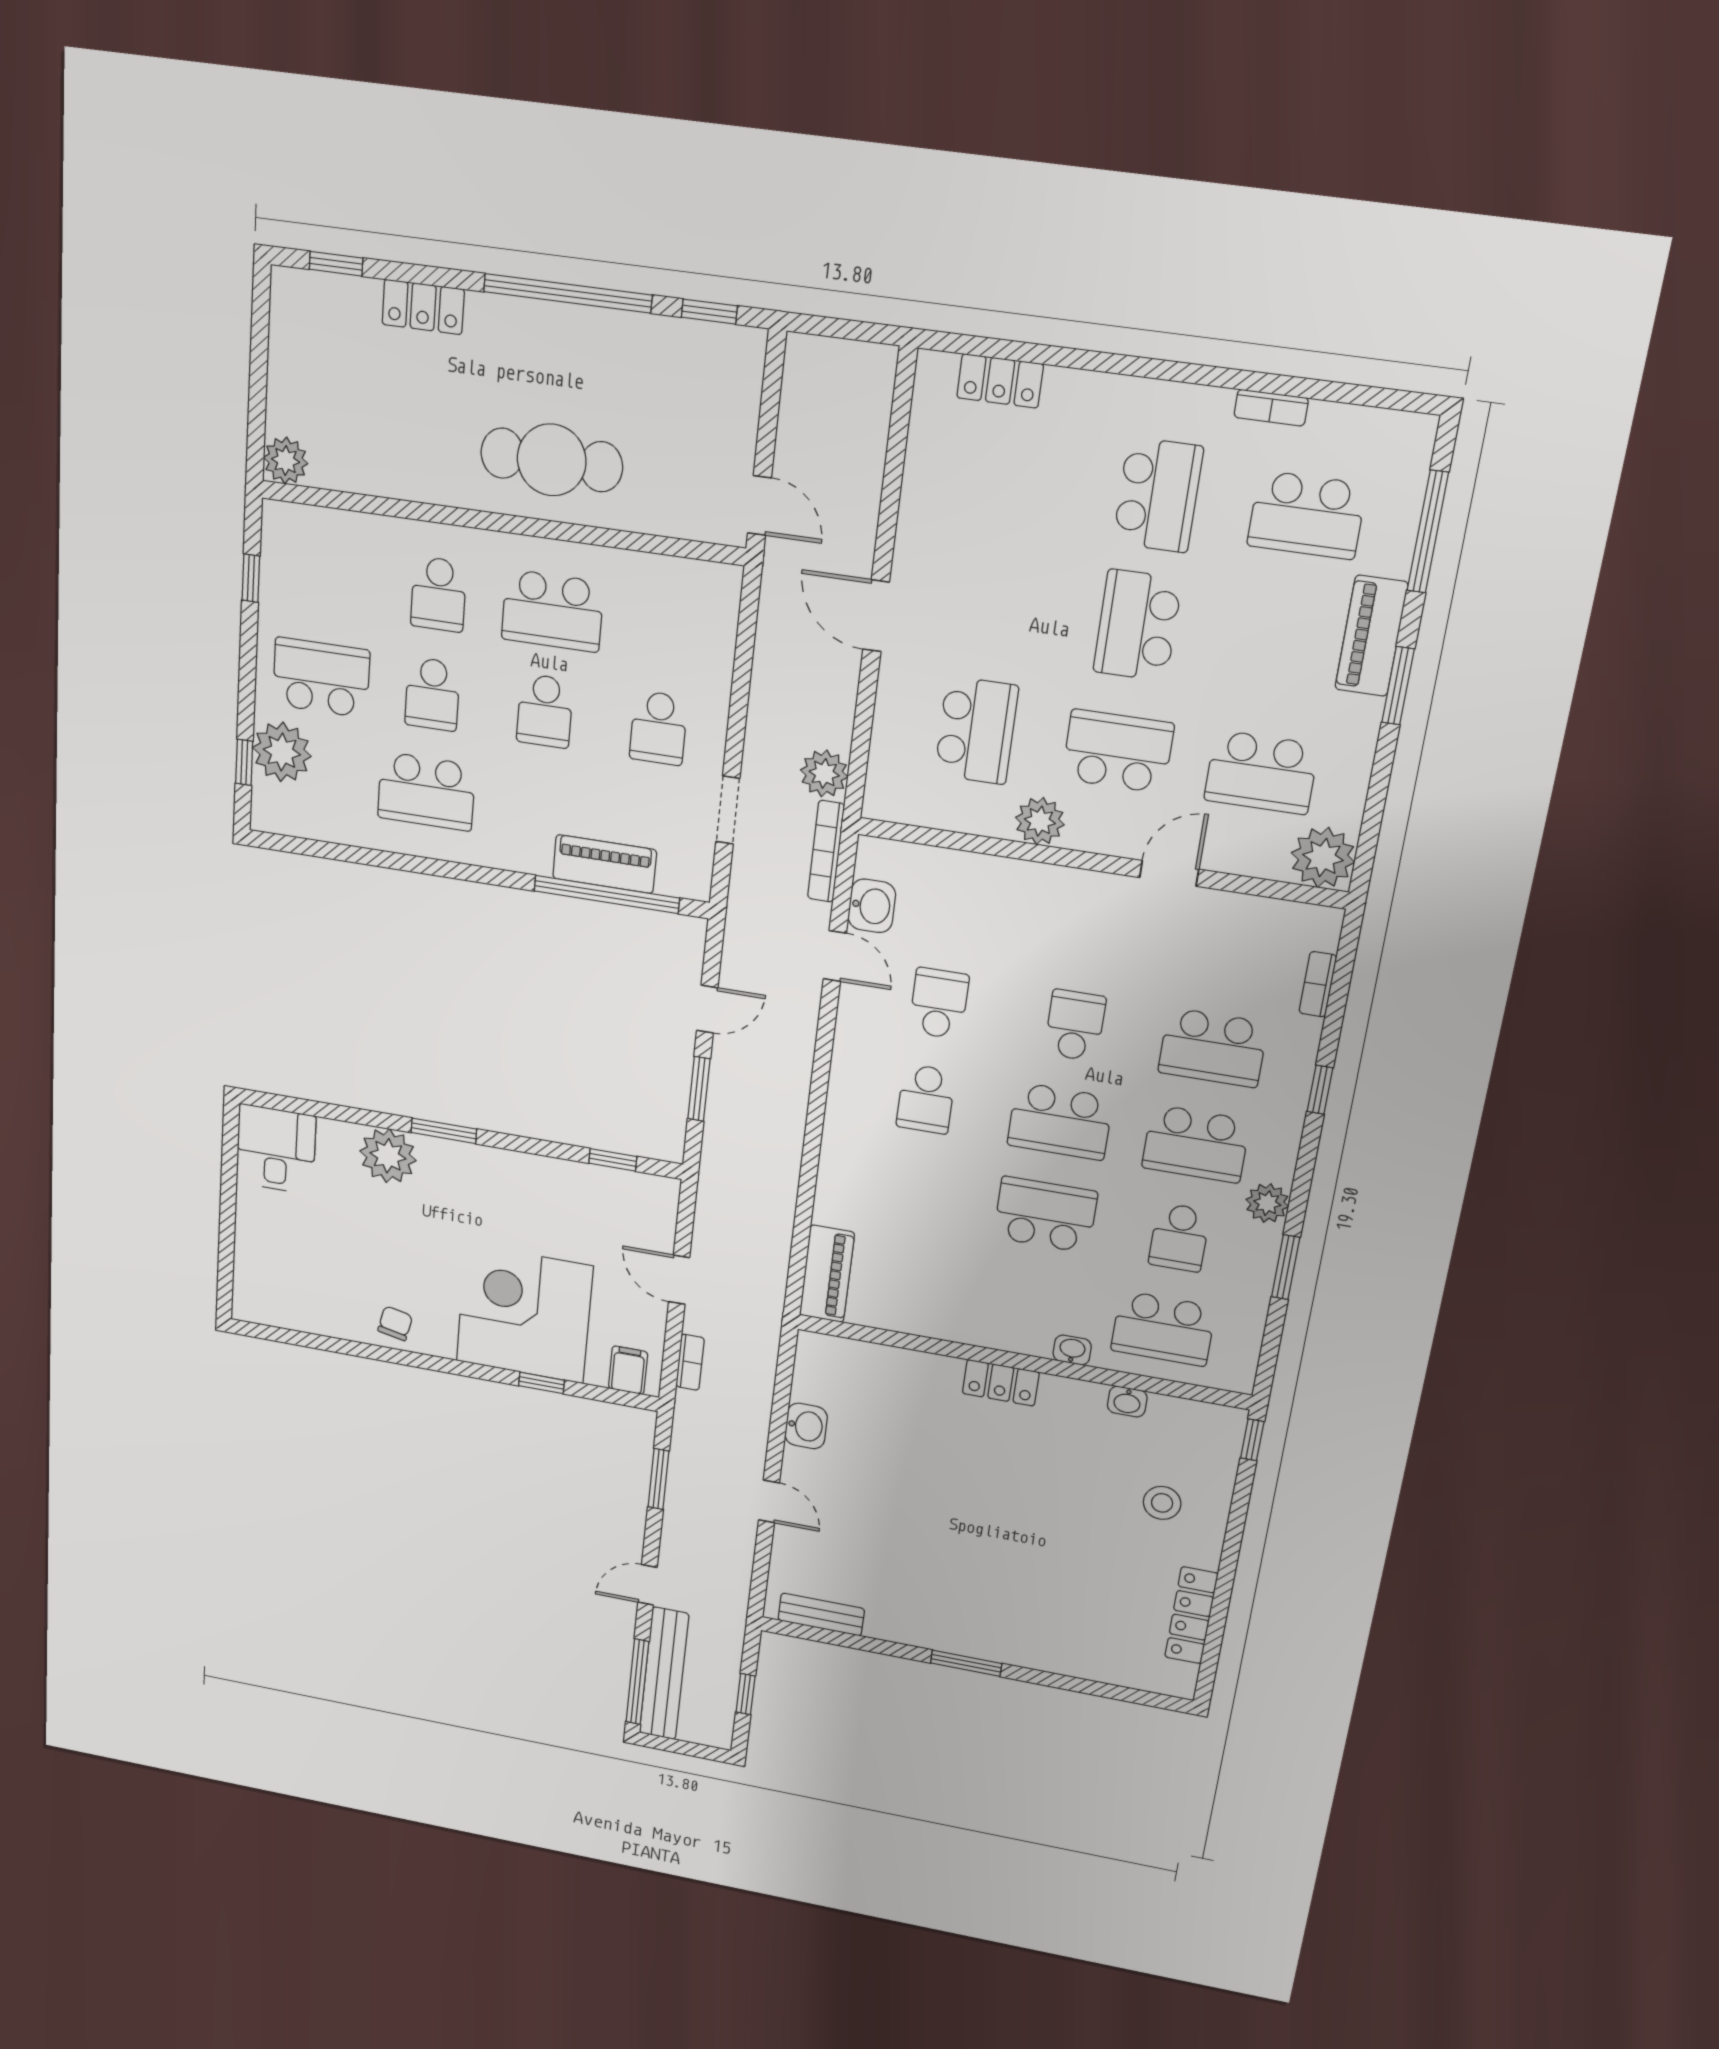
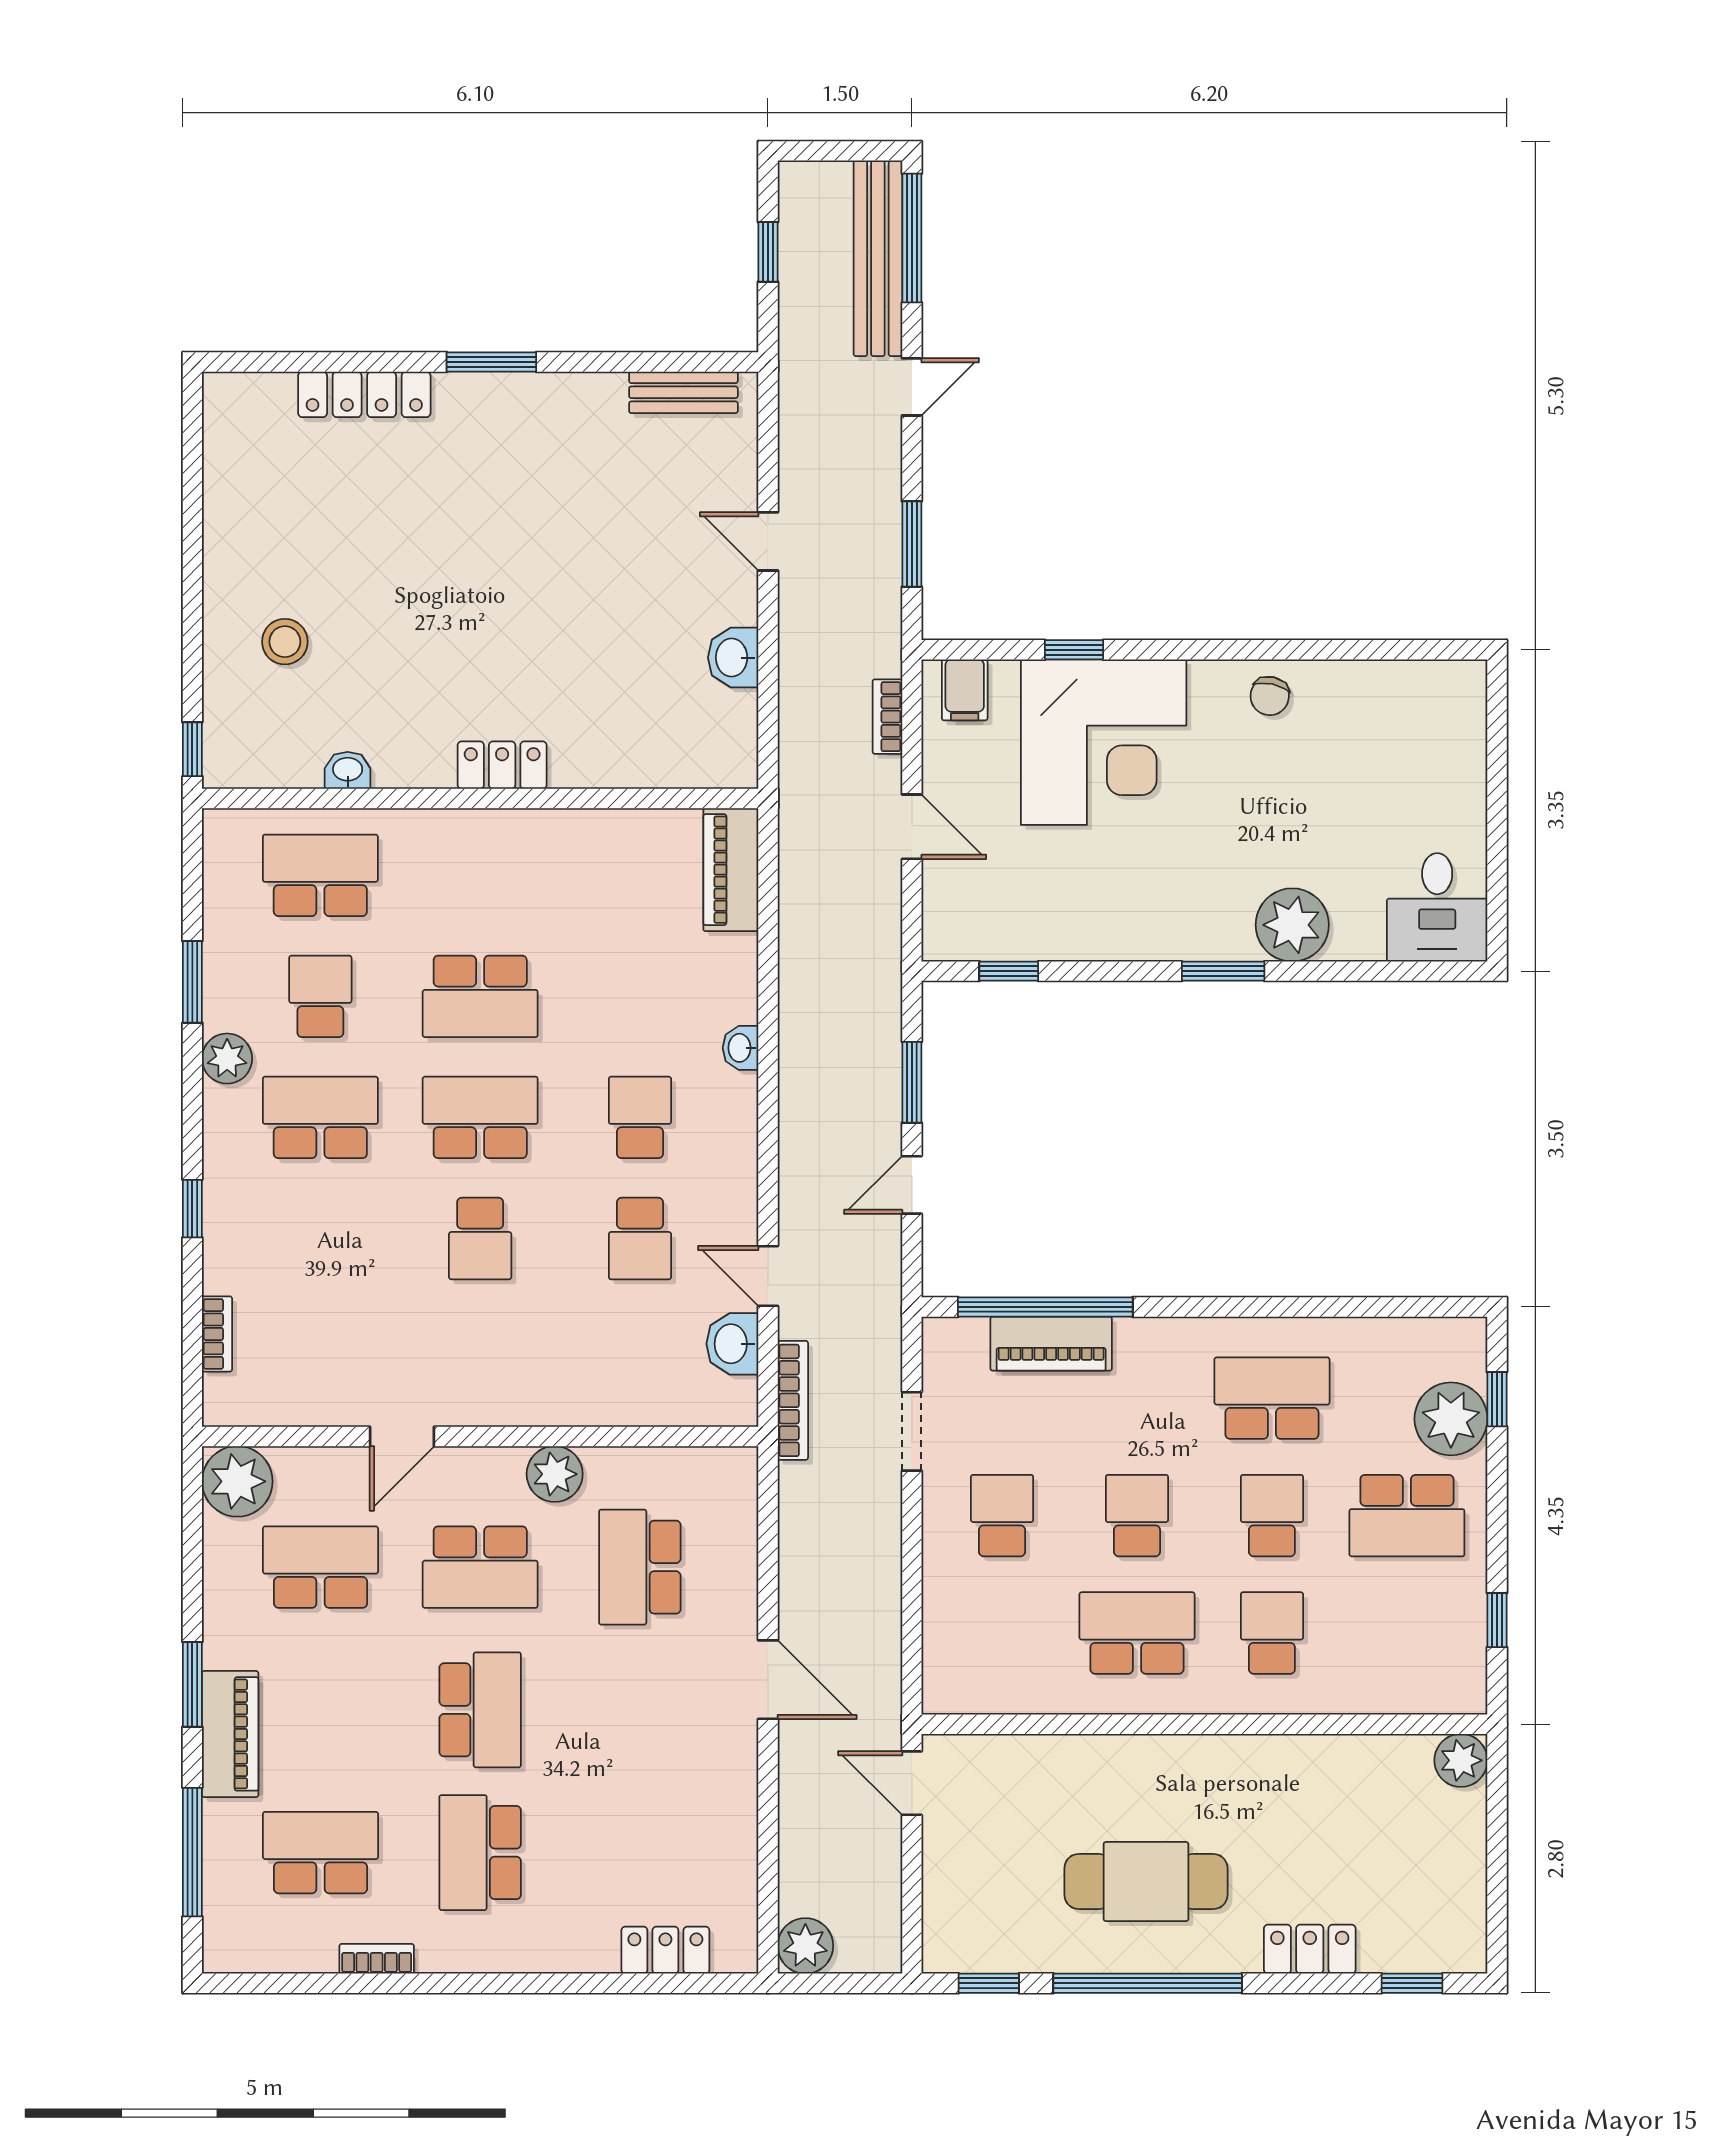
cafe table: (552, 460) -> (1146, 1882), moved
plant: (824, 773) -> (805, 1946), moved
school desk: (1213, 1048) -> (320, 1239), removed
washbasin: (1072, 1350) -> (741, 1048), moved, turned 90
locker: (1191, 1615) -> (364, 394), moved, turned 90

